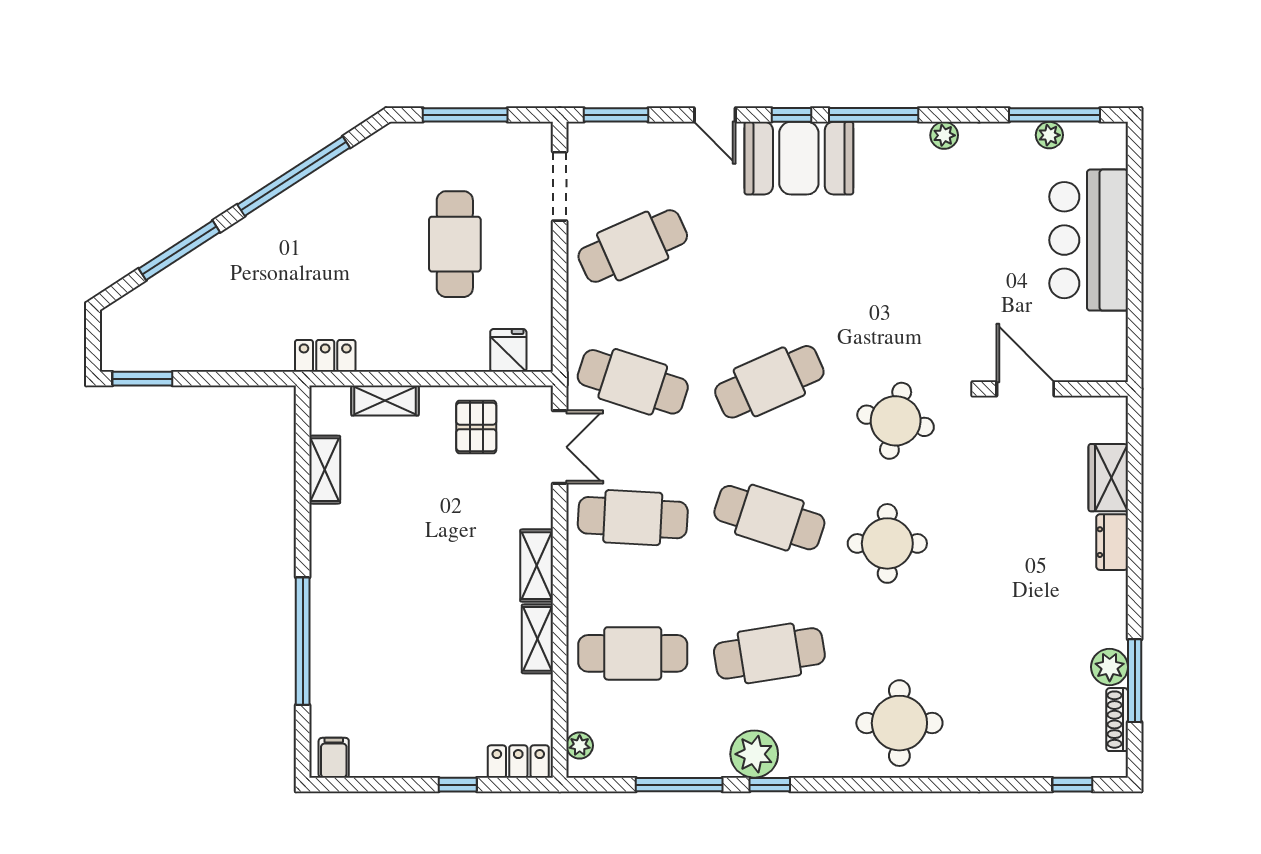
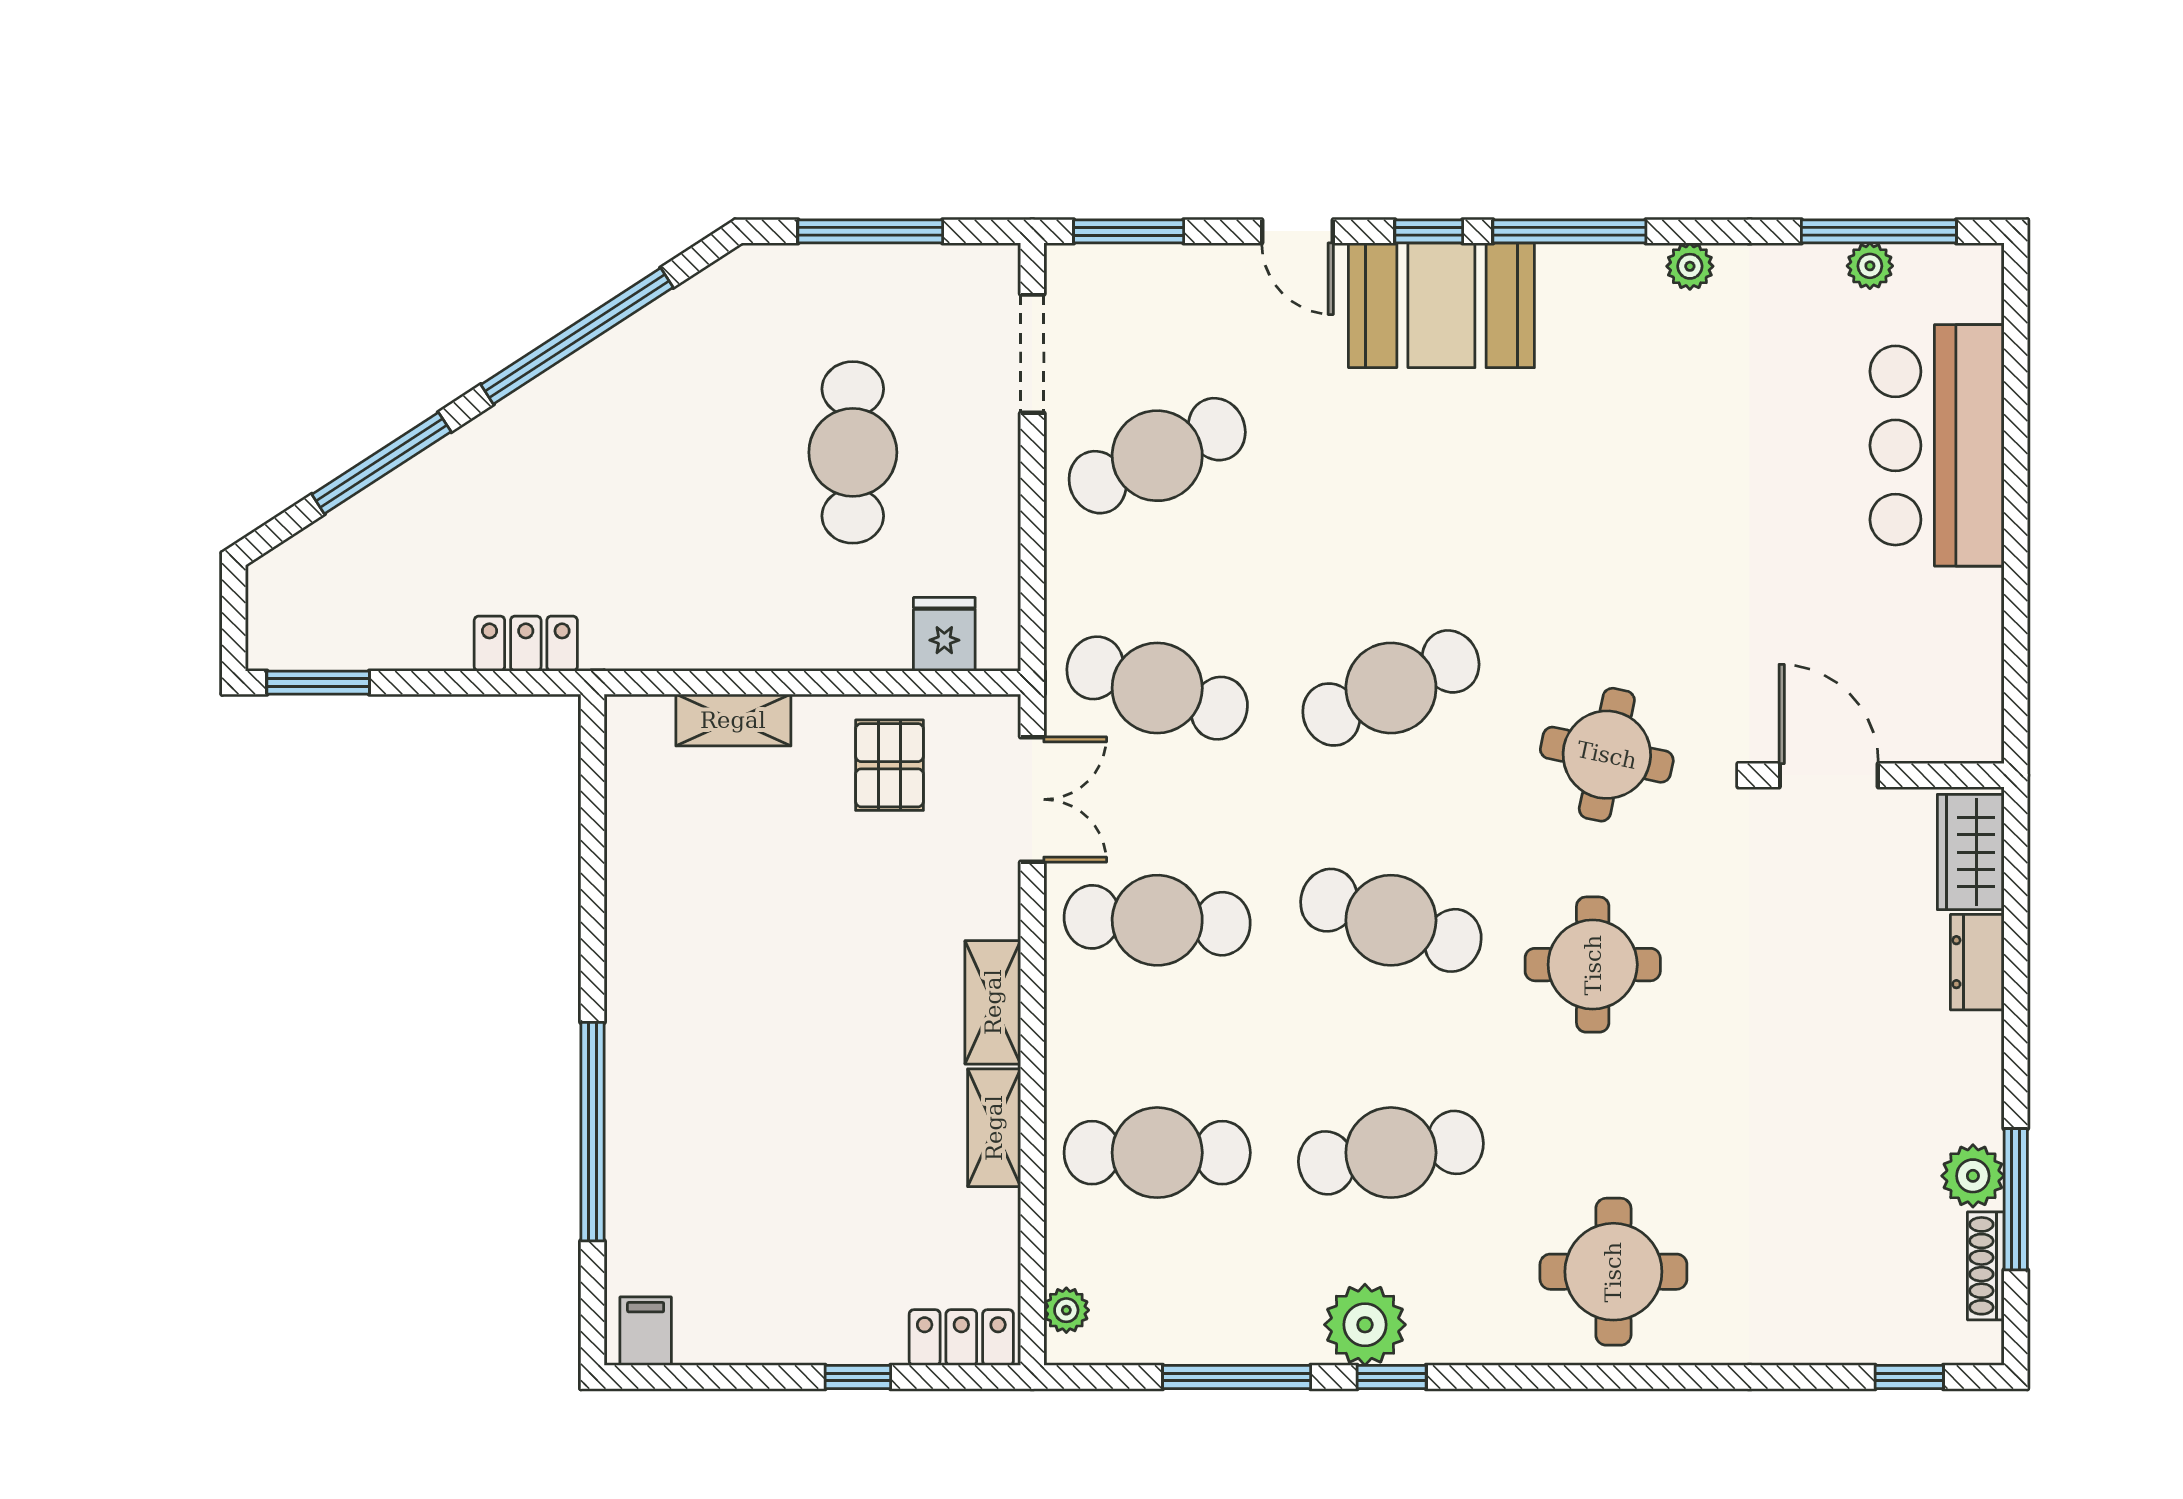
locker: (325, 356) -> (526, 644), moved
door: (1025, 389) -> (1829, 775), moved
wall: (1057, 389) -> (1883, 775), moved
shelving: (325, 470) -> (630, 838), removed

